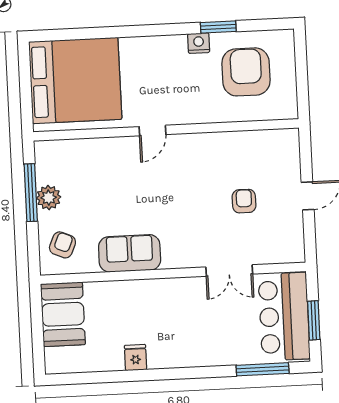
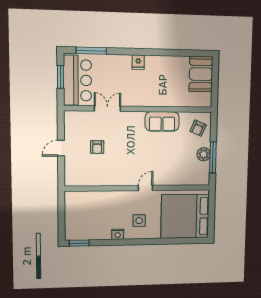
window: (218, 27) -> (79, 243), moved
side table: (161, 70) -> (139, 221), added
armchair: (246, 72) -> (92, 218), removed
booth: (63, 314) -> (201, 74), moved
fridge: (136, 358) -> (138, 62), moved

